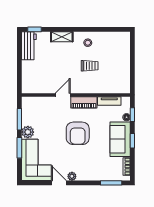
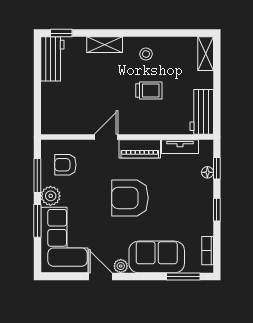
shelving: (125, 42) -> (206, 54), added
workbench: (123, 79) -> (202, 112), added
armchair: (37, 112) -> (65, 165), added
armchair: (78, 133) -> (130, 198), turned 90
sofa: (120, 139) -> (157, 257), moved, turned 90

